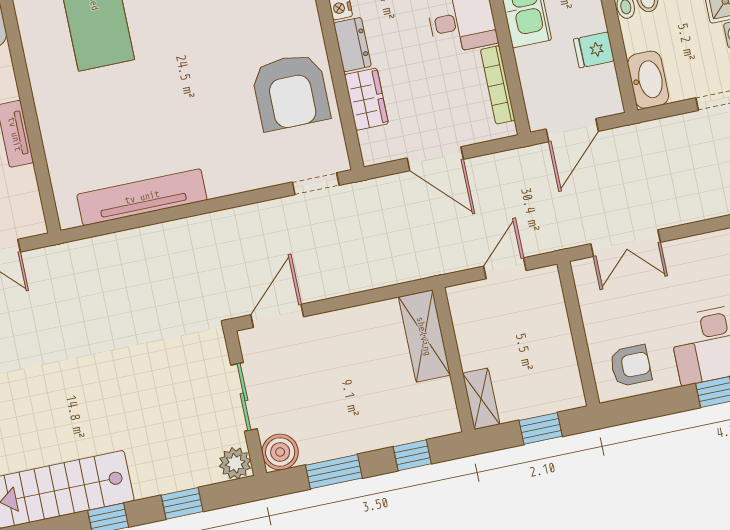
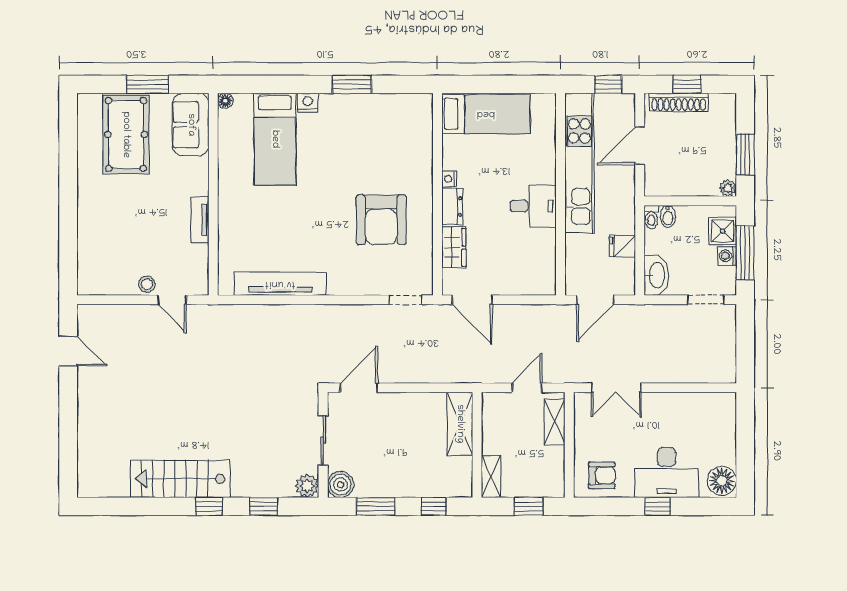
bookcase: (498, 85) -> (549, 257), removed
armchair: (291, 92) -> (381, 220), moved
door: (435, 159) -> (472, 300), moved
shelving: (552, 307) -> (555, 422), added

